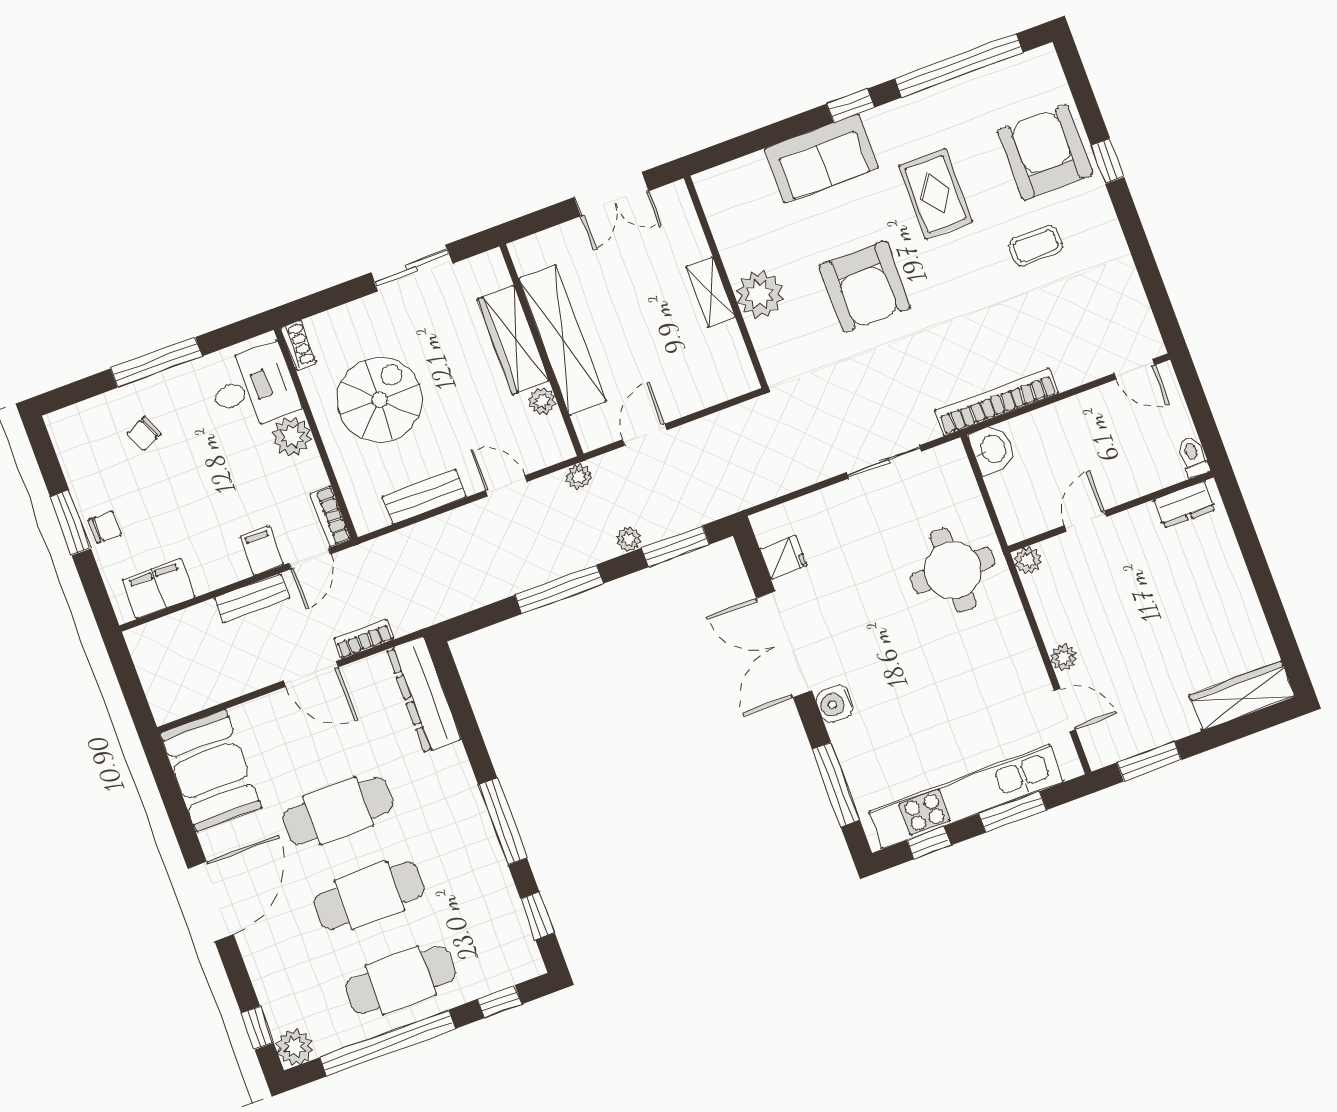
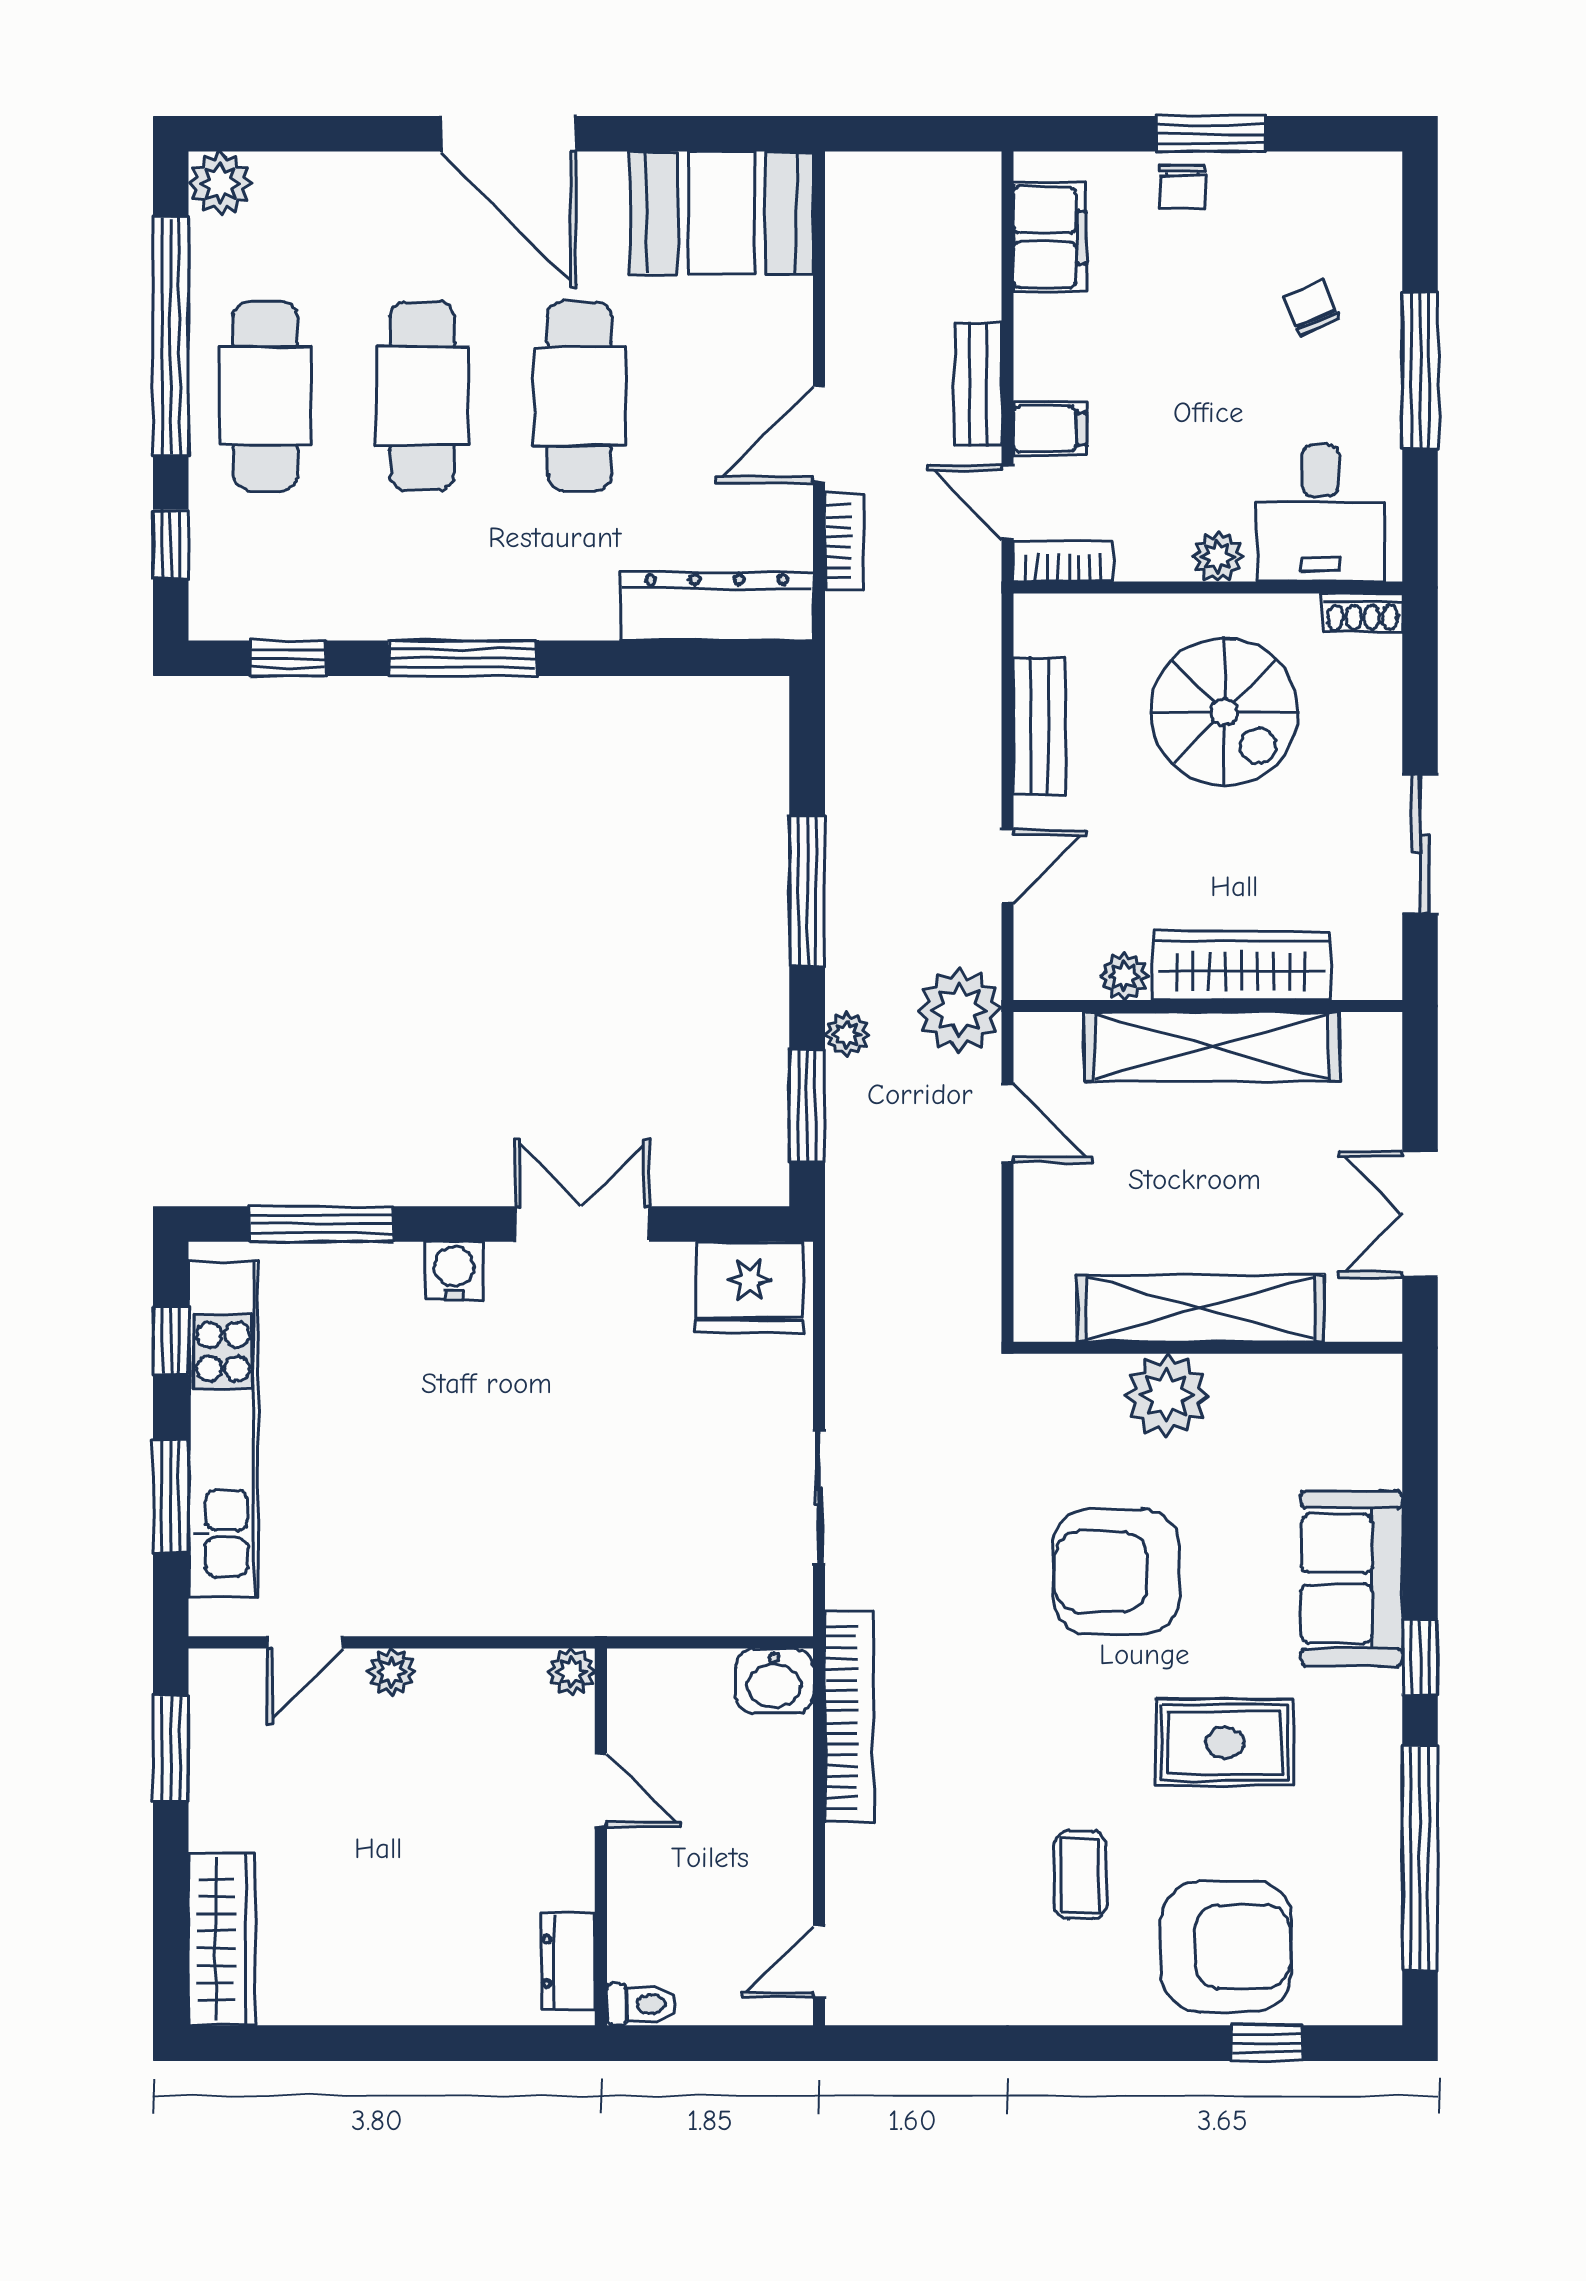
window: (1108, 161) -> (1266, 2043), moved
shelving: (711, 292) -> (1200, 1308), width x2.20, depth x1.33
plant: (292, 436) -> (1218, 557), width x0.73, depth x0.73
plant: (579, 477) -> (959, 1010), width x1.88, depth x1.88
fridge: (784, 557) -> (749, 1287), width x1.88, depth x1.34
round table: (953, 570) -> (601, 1544), removed
double door: (784, 644) -> (582, 1224), width x0.73
window: (257, 1028) -> (274, 134), removed

